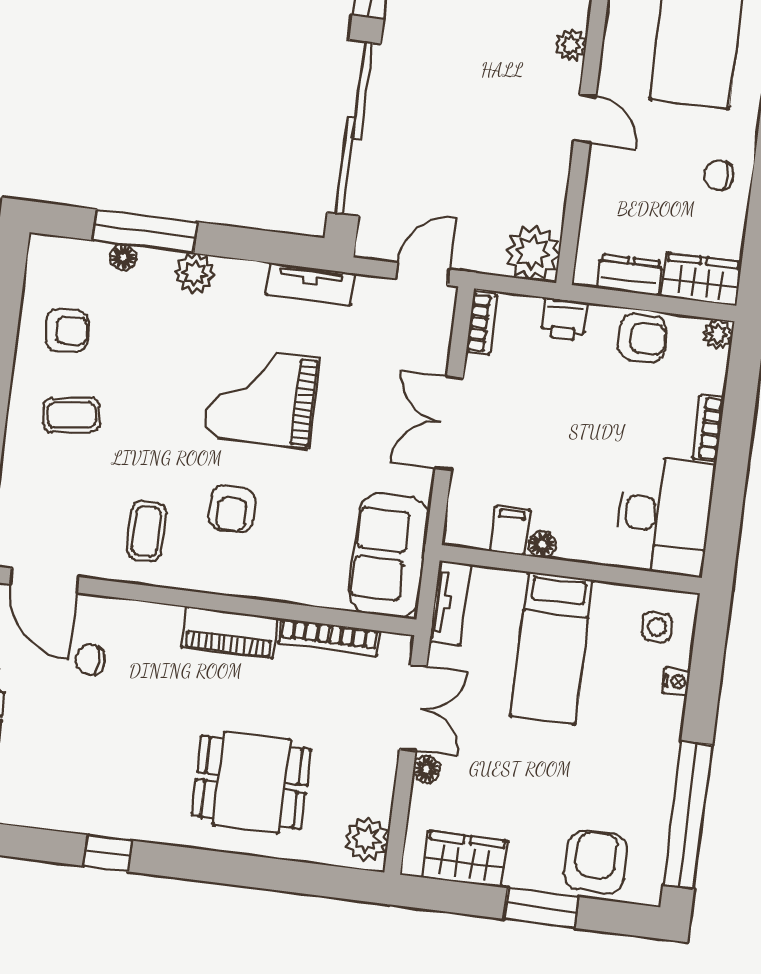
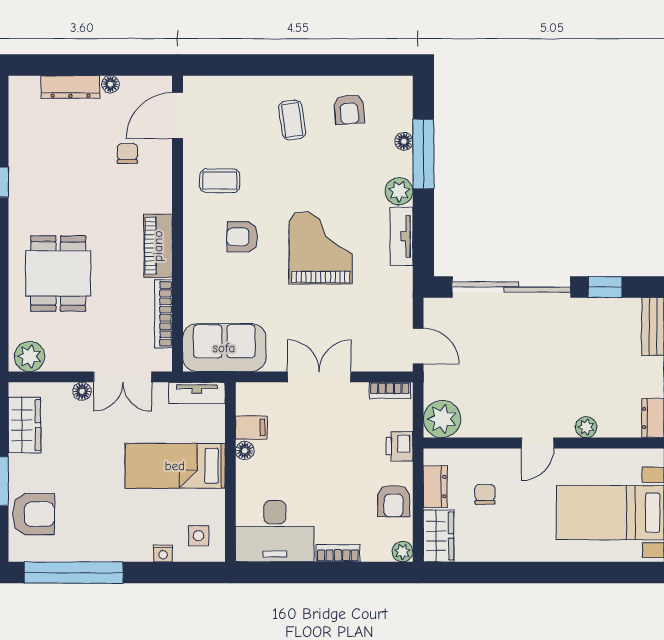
chair: (719, 175) -> (485, 494), moved
tv unit: (310, 284) -> (402, 236), moved

